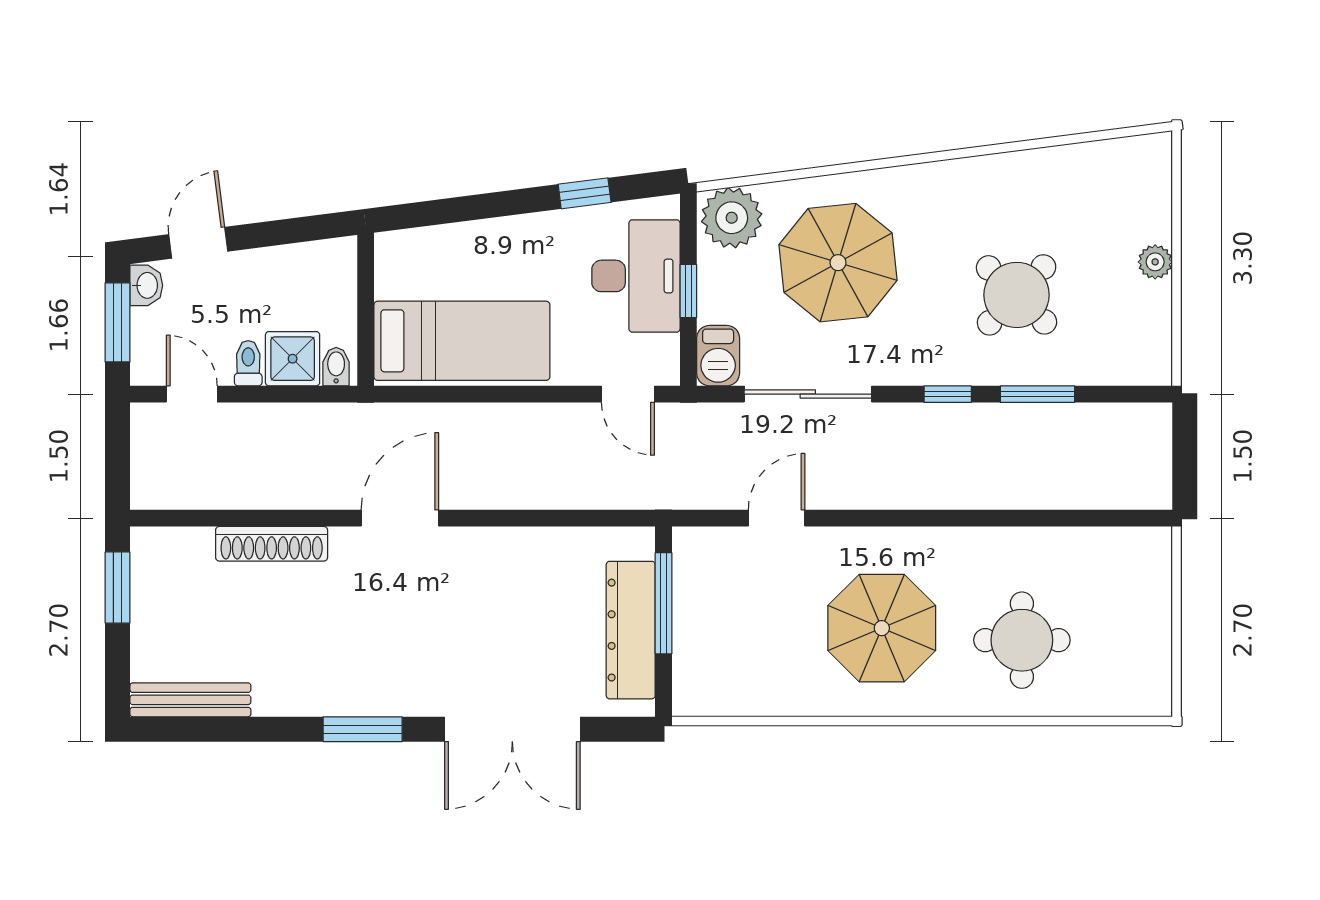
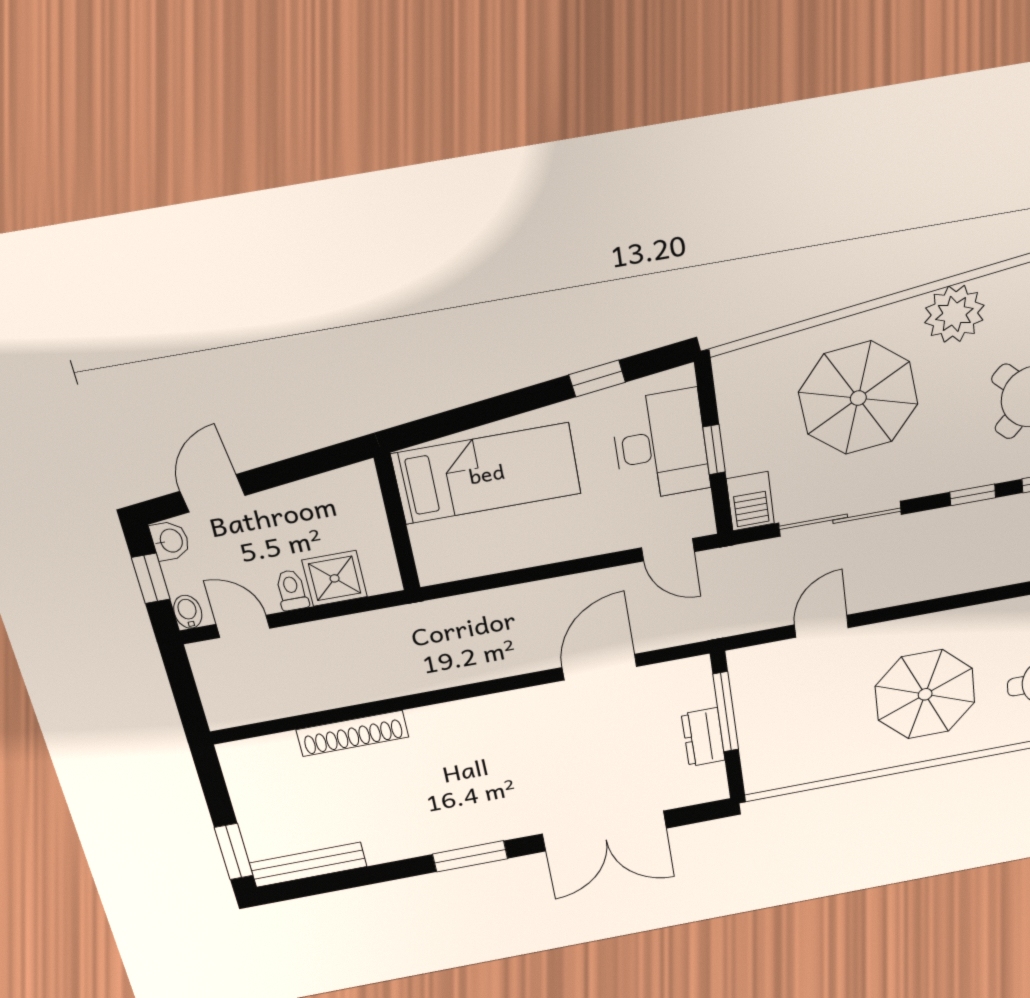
plant: (732, 218) -> (954, 314), moved
window: (117, 322) -> (151, 578), width x0.67
bed: (462, 341) -> (487, 474), moved
bidet: (336, 367) -> (188, 612), moved
door: (400, 518) -> (599, 667), moved
window: (117, 587) -> (234, 852), moved
dresser: (631, 630) -> (703, 737), width x0.51, depth x0.80

